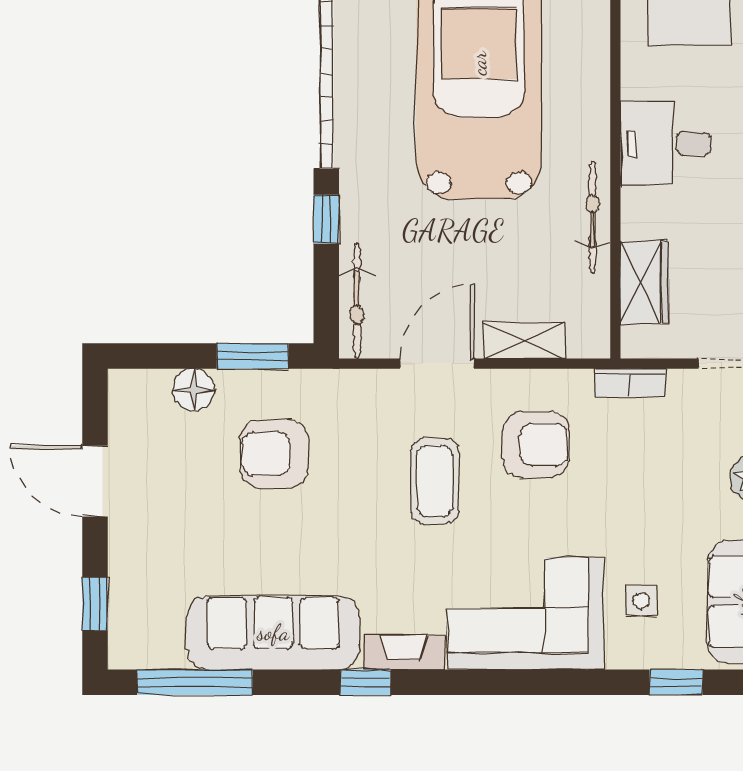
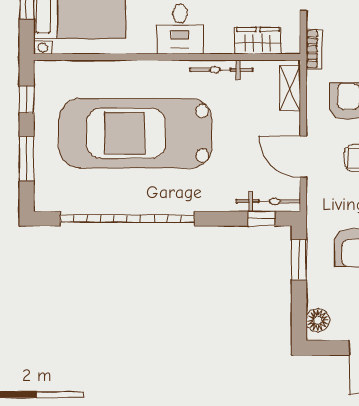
window: (326, 219) -> (262, 219), moved
shelving: (525, 340) -> (290, 88), moved
floor lamp: (193, 390) -> (318, 320), moved

